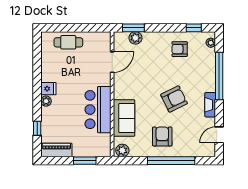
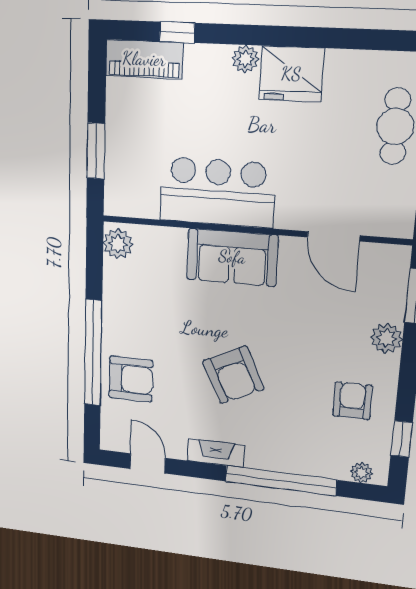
plant: (135, 38) -> (386, 338), moved
fridge: (48, 89) -> (291, 74), width x1.88, depth x1.34
sofa: (124, 118) -> (232, 257), moved
armchair: (162, 136) -> (131, 379), moved
piano: (56, 150) -> (144, 59), moved, turned 90

